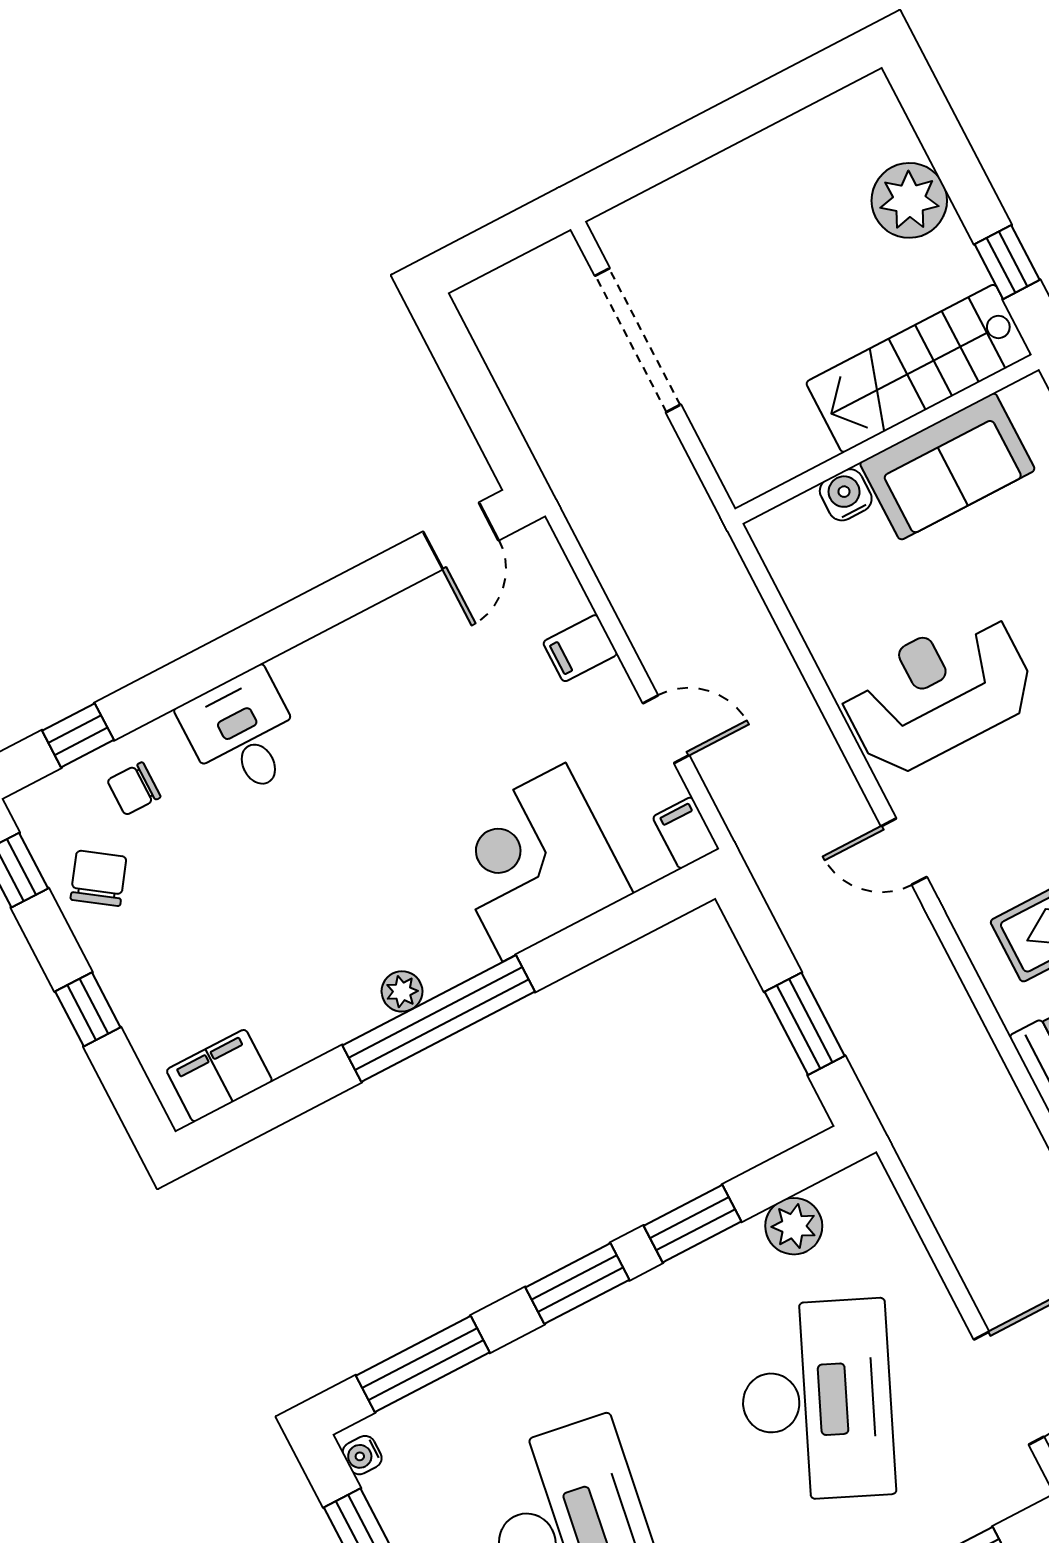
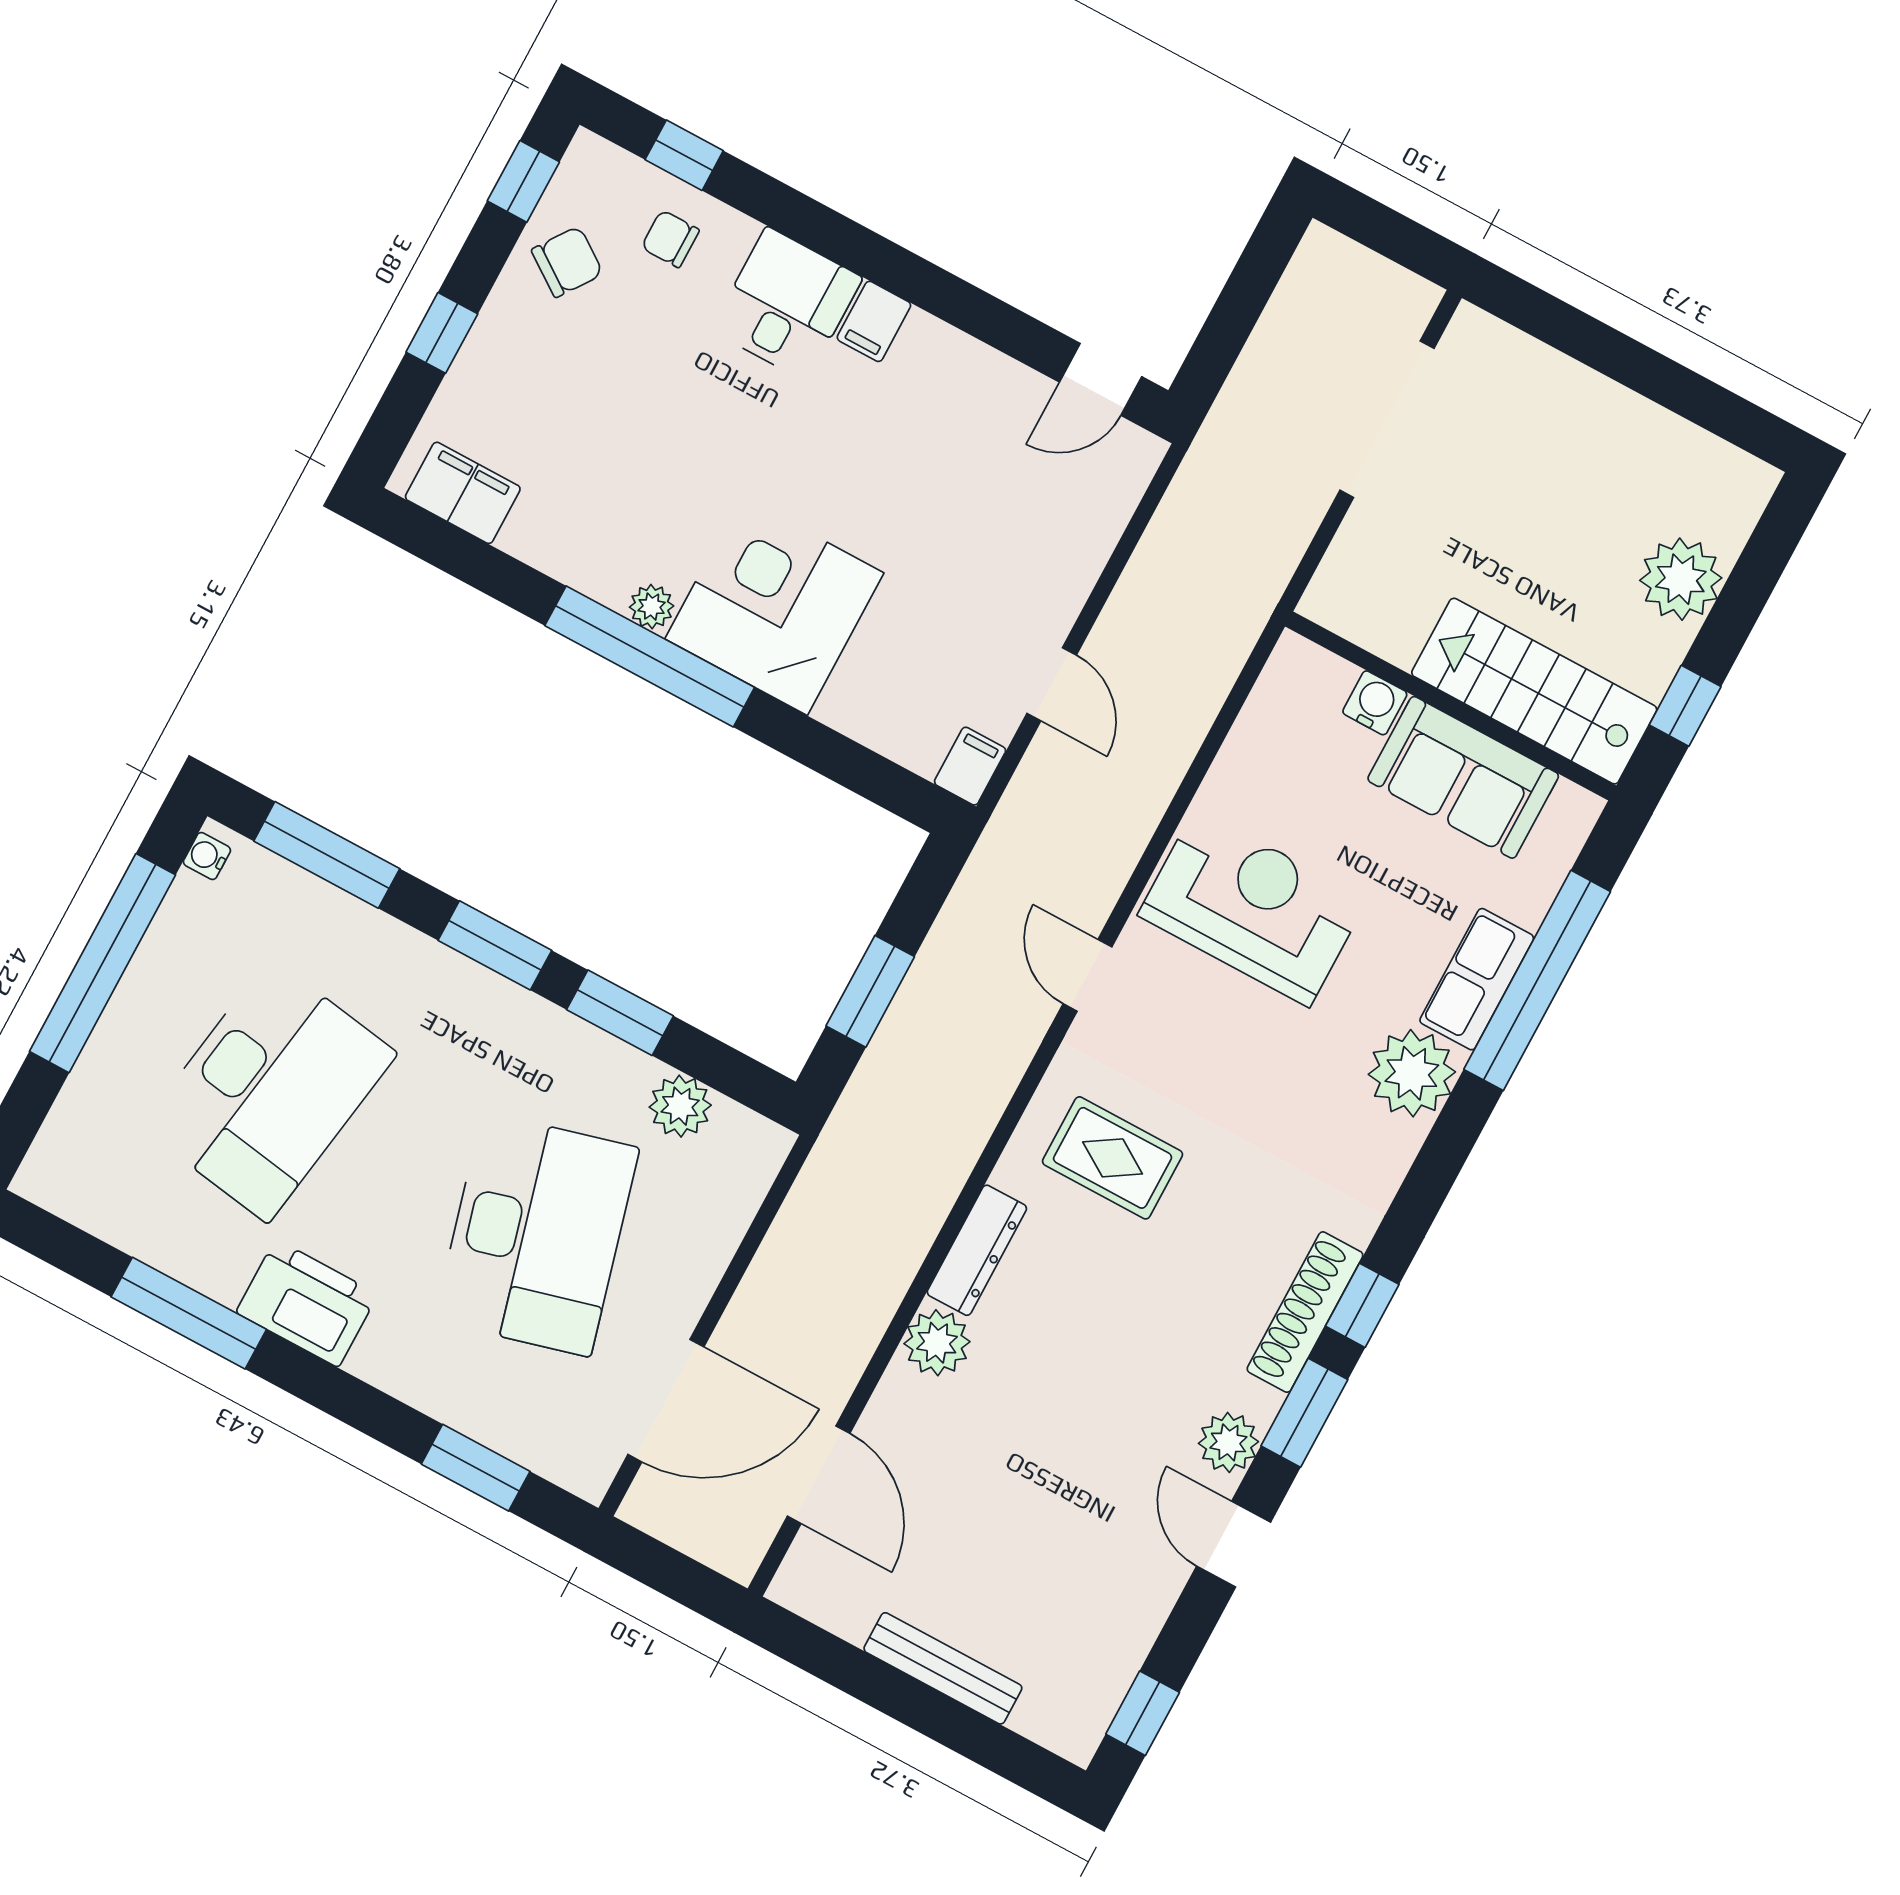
filing cabinet: (580, 648) -> (874, 321), moved, turned -90
corner desk: (534, 862) -> (774, 606), moved
desk: (817, 1400) -> (537, 1234), turned -39

